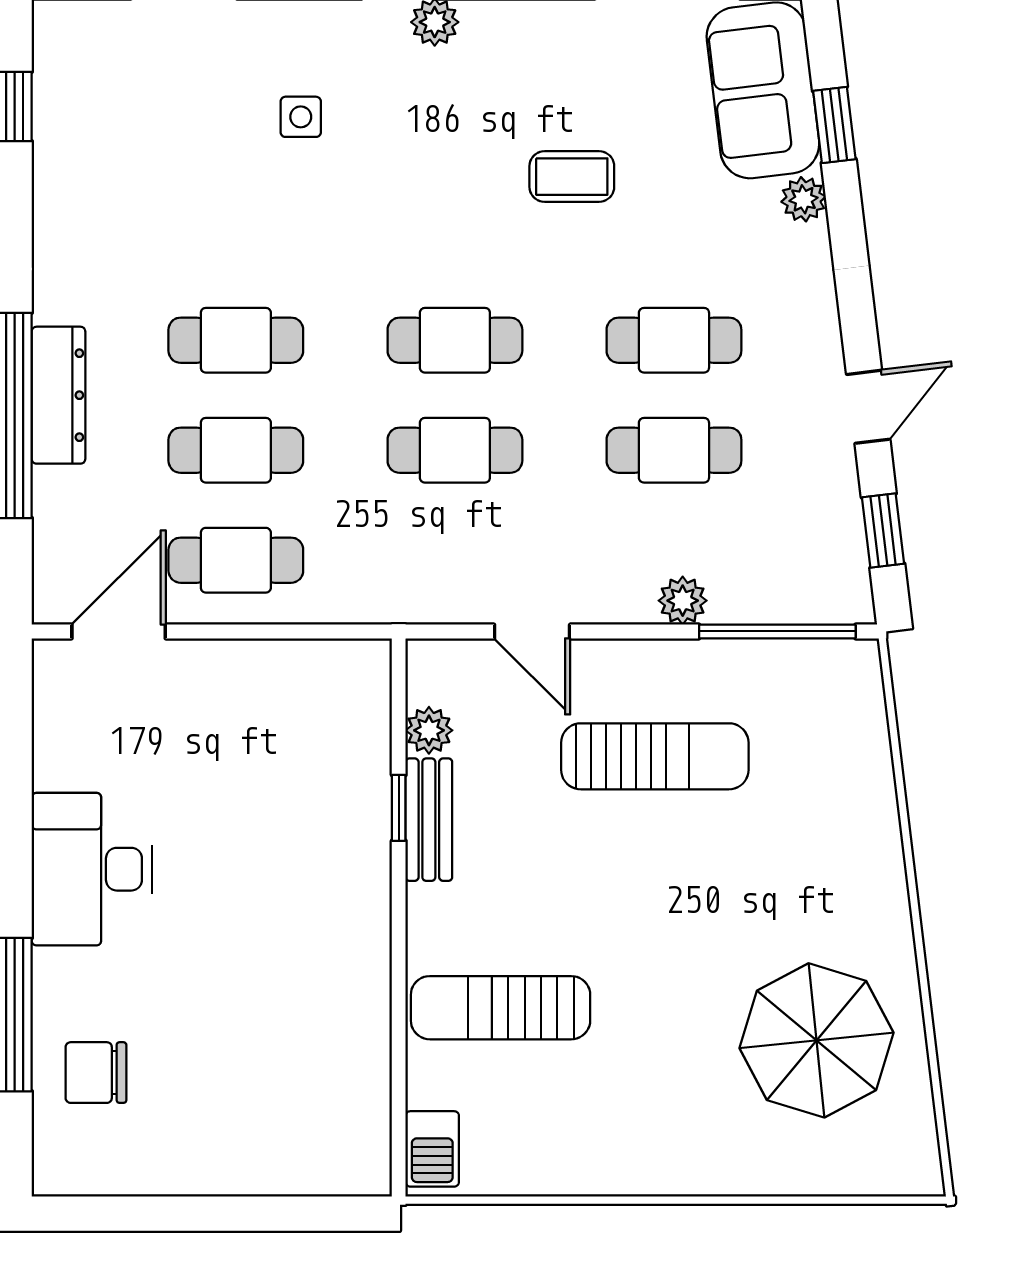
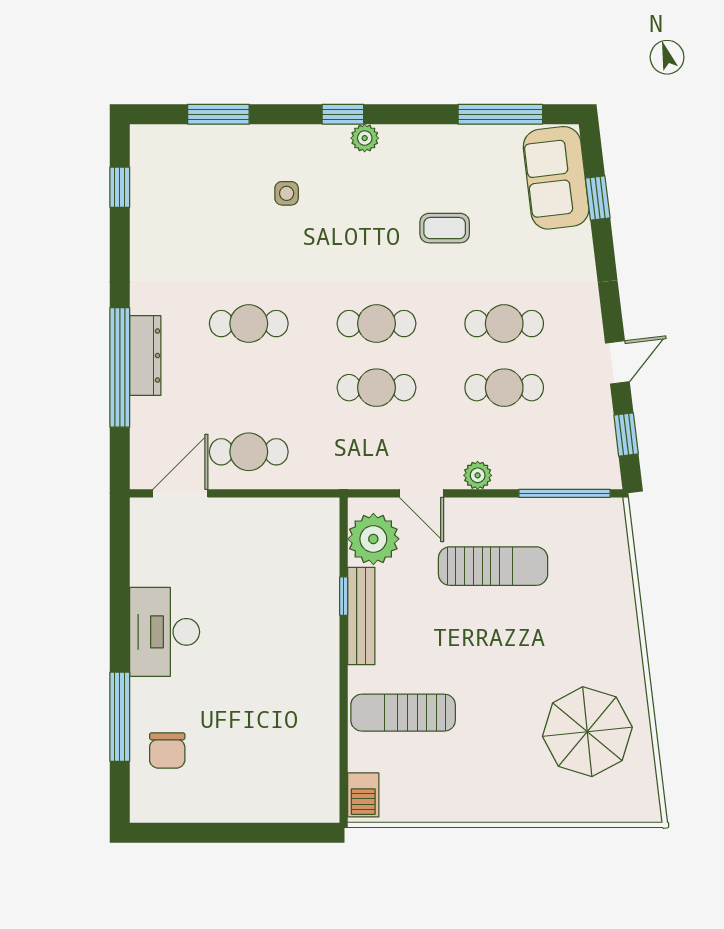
plant: (804, 199) -> (580, 241), removed
cafe table: (236, 450) -> (249, 388), removed
plant: (683, 601) -> (478, 475), moved
plant: (429, 730) -> (373, 539), width x1.87, depth x1.87
bench: (429, 820) -> (361, 616), width x1.36
chair: (96, 1073) -> (167, 750), turned -90

